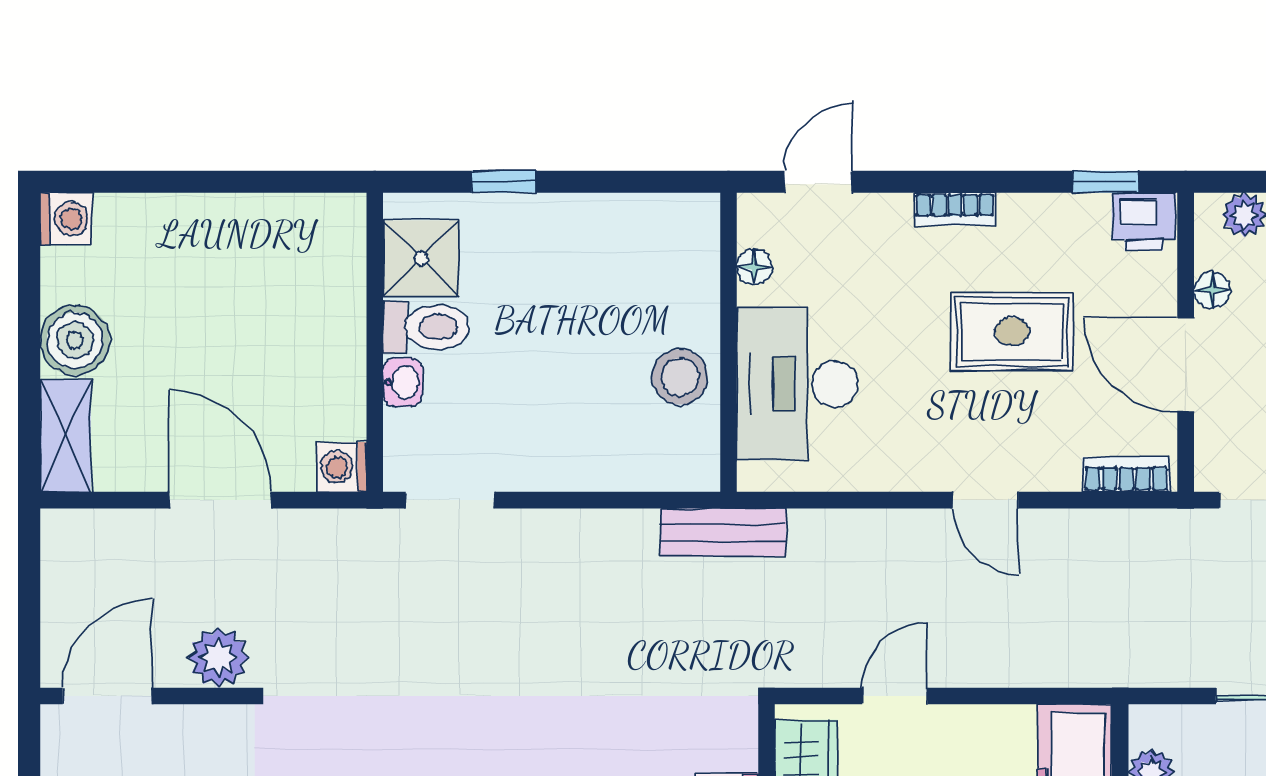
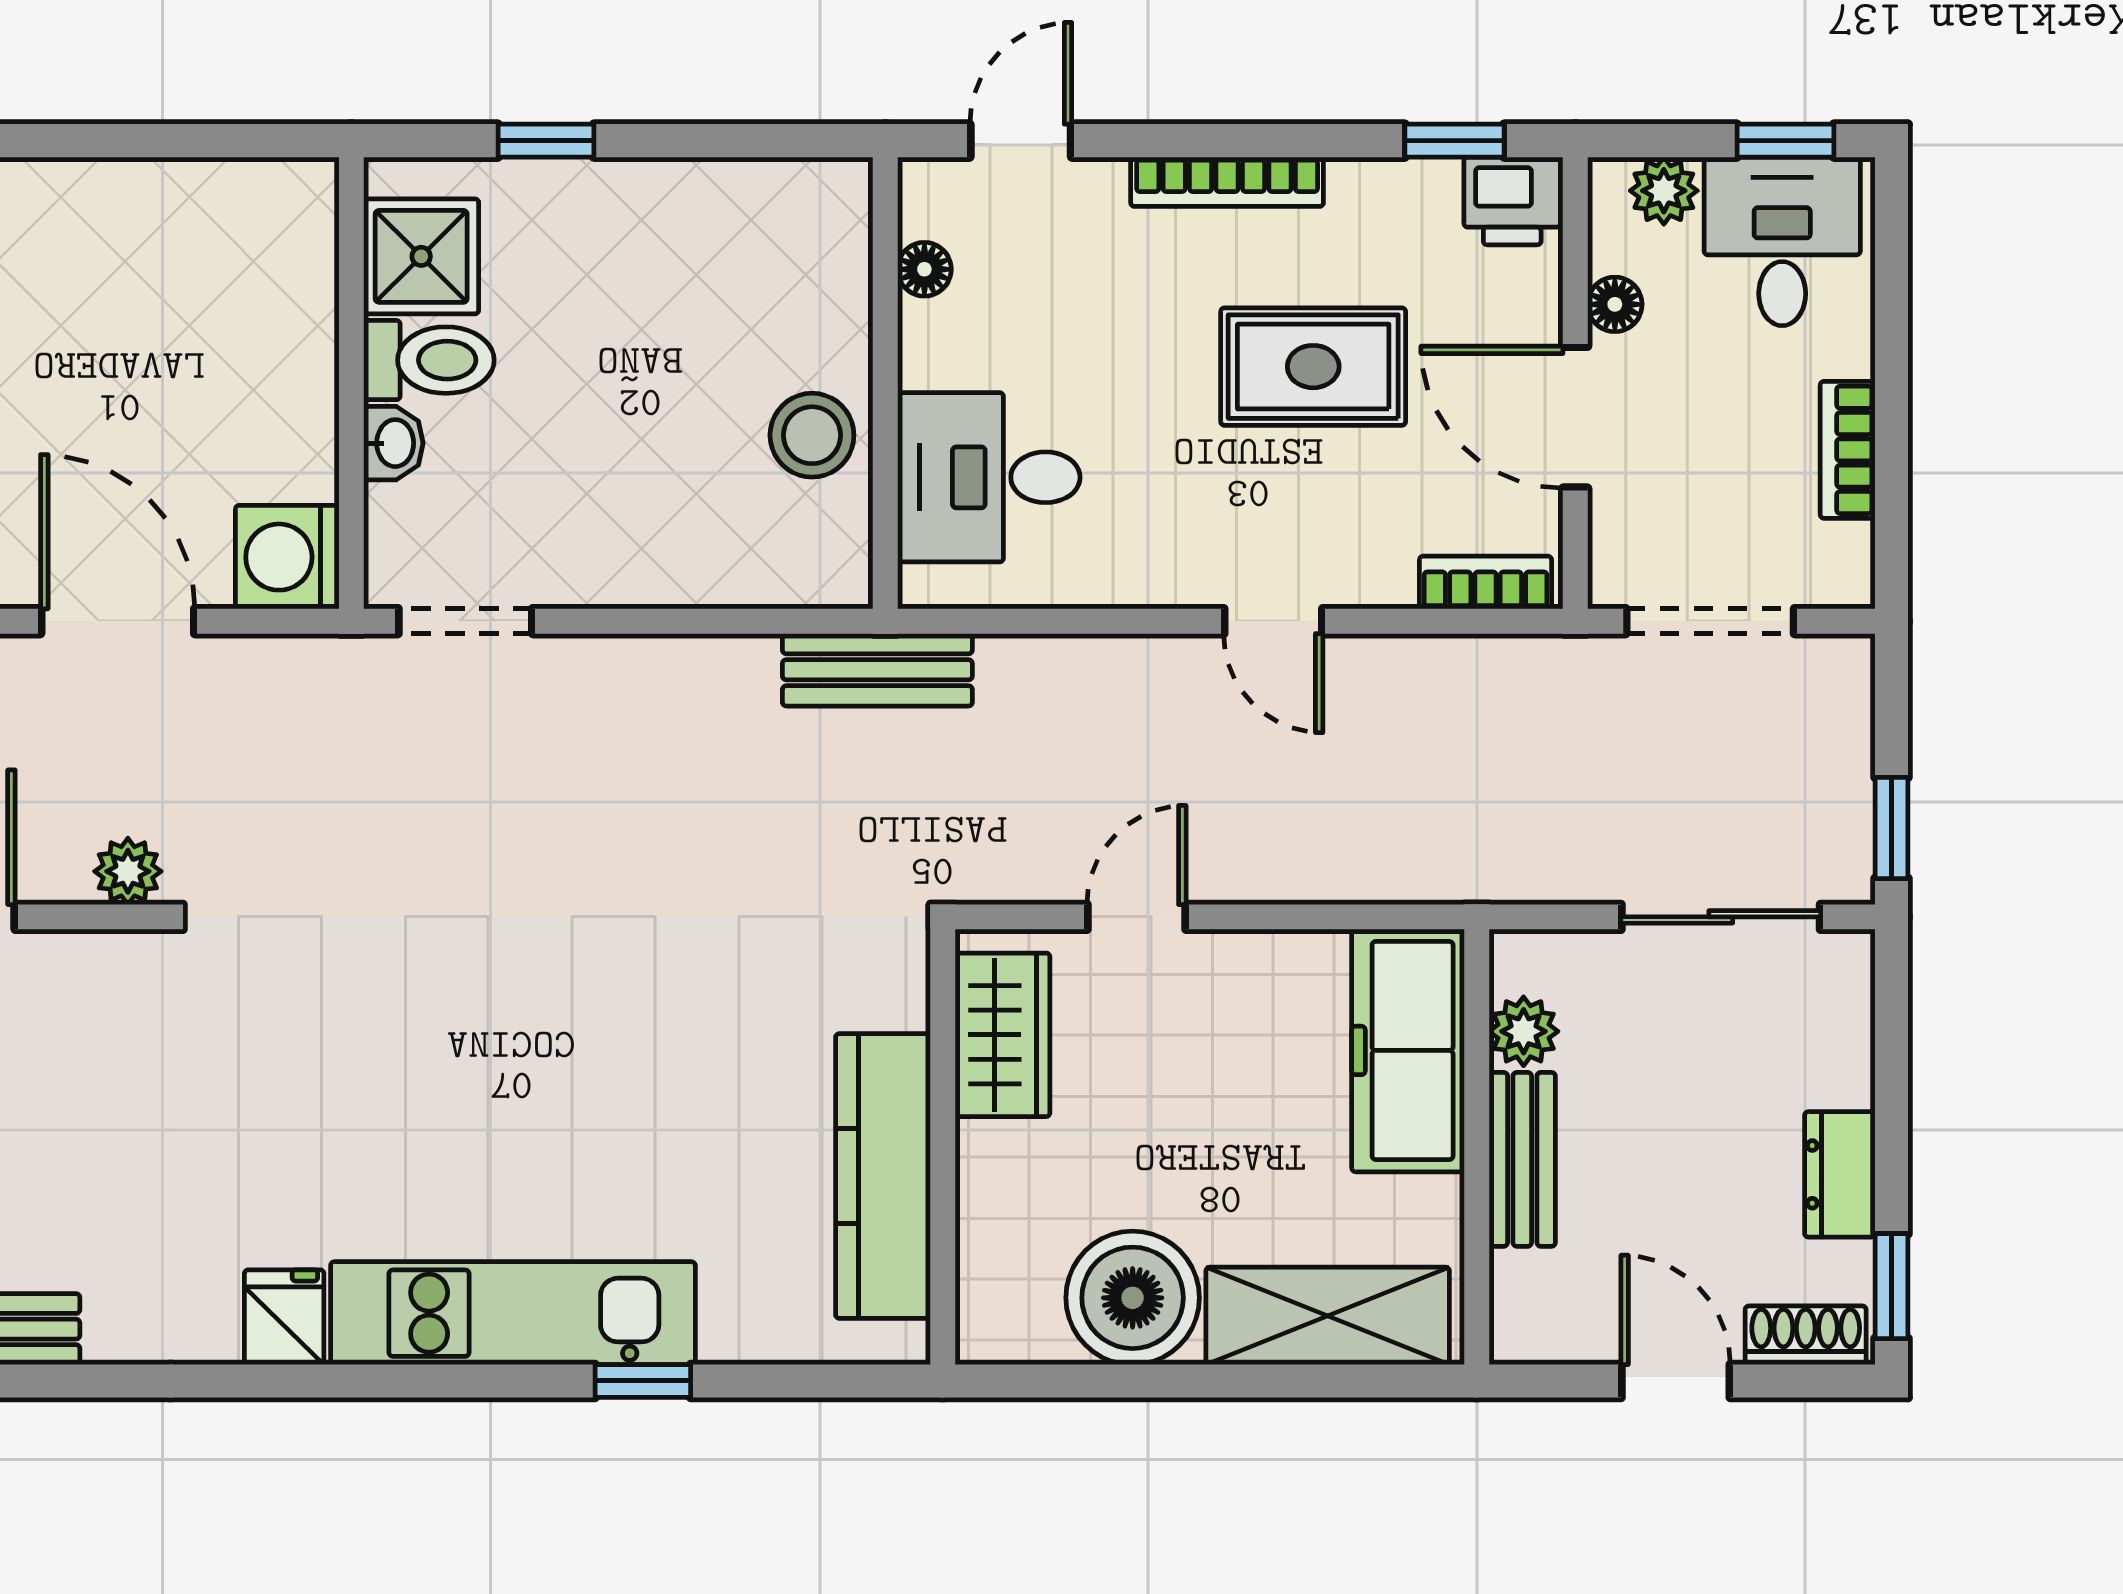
bookcase: (955, 209) -> (1227, 182), width x1.56
desk: (797, 384) -> (989, 477), width x0.73
washing machine: (342, 467) -> (287, 557), width x1.38, depth x1.38
plant: (218, 658) -> (128, 871), width x0.73, depth x0.73

